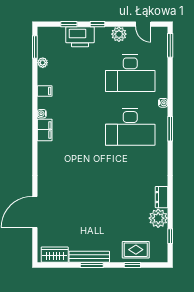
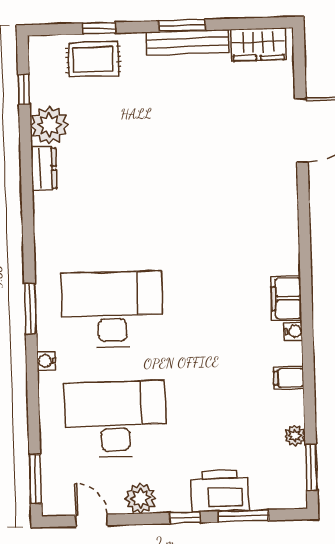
window: (69, 24) -> (243, 516), width x1.50

